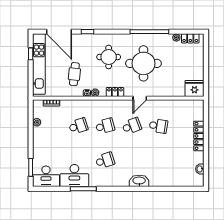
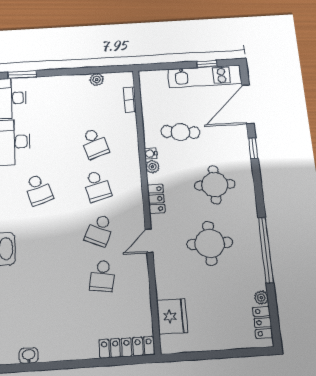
round table: (143, 63) -> (210, 243), width x0.73, depth x0.73
kitchen unit: (39, 64) -> (205, 76), width x0.73
fridge: (194, 89) -> (172, 316), moved
door: (140, 98) -> (149, 241), hinge flipped
school desk: (132, 126) -> (100, 230), turned 45
locker: (199, 136) -> (127, 347), moved

